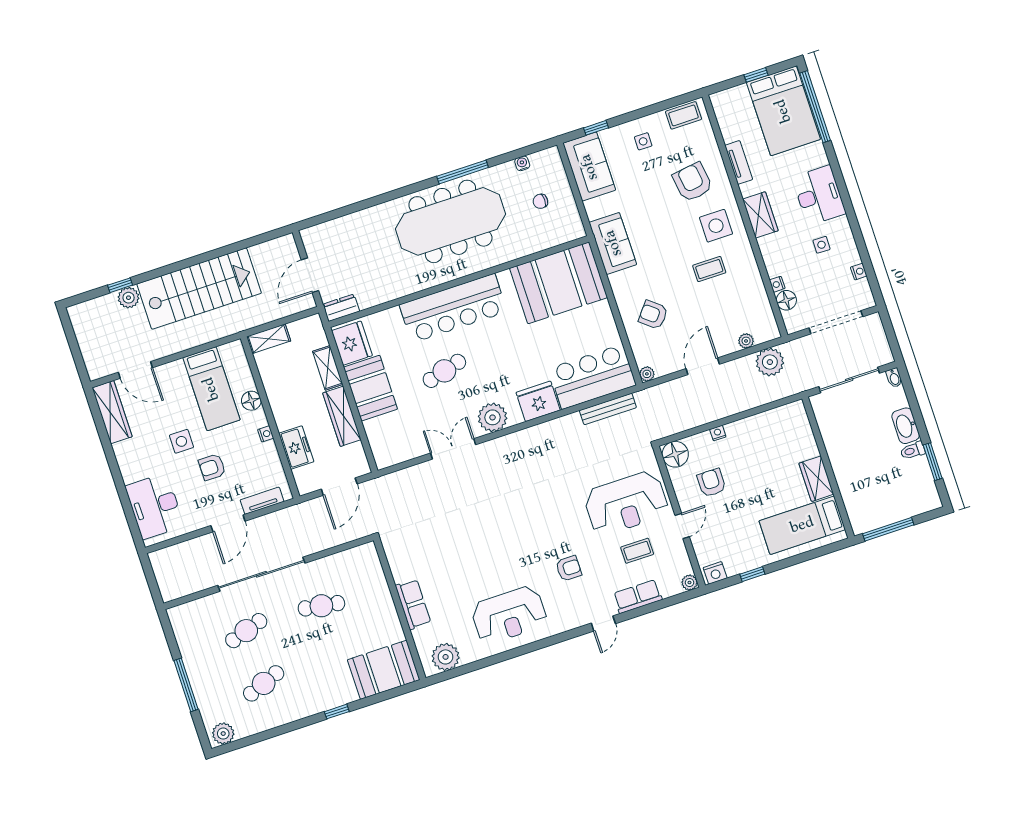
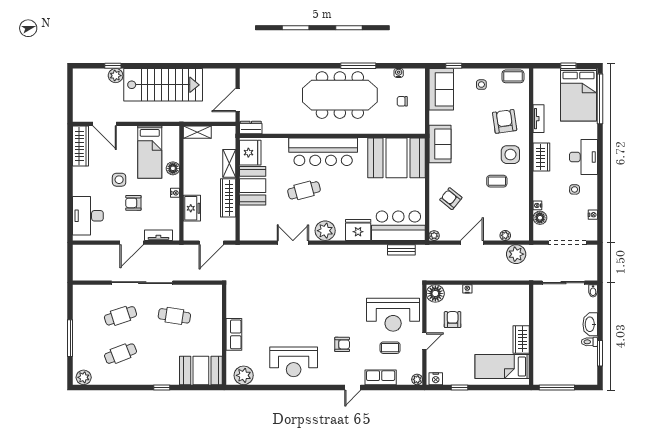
bench: (608, 409) -> (401, 250), width x0.73

